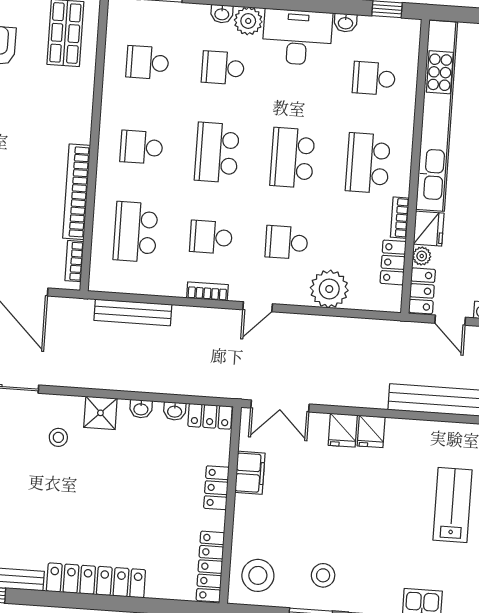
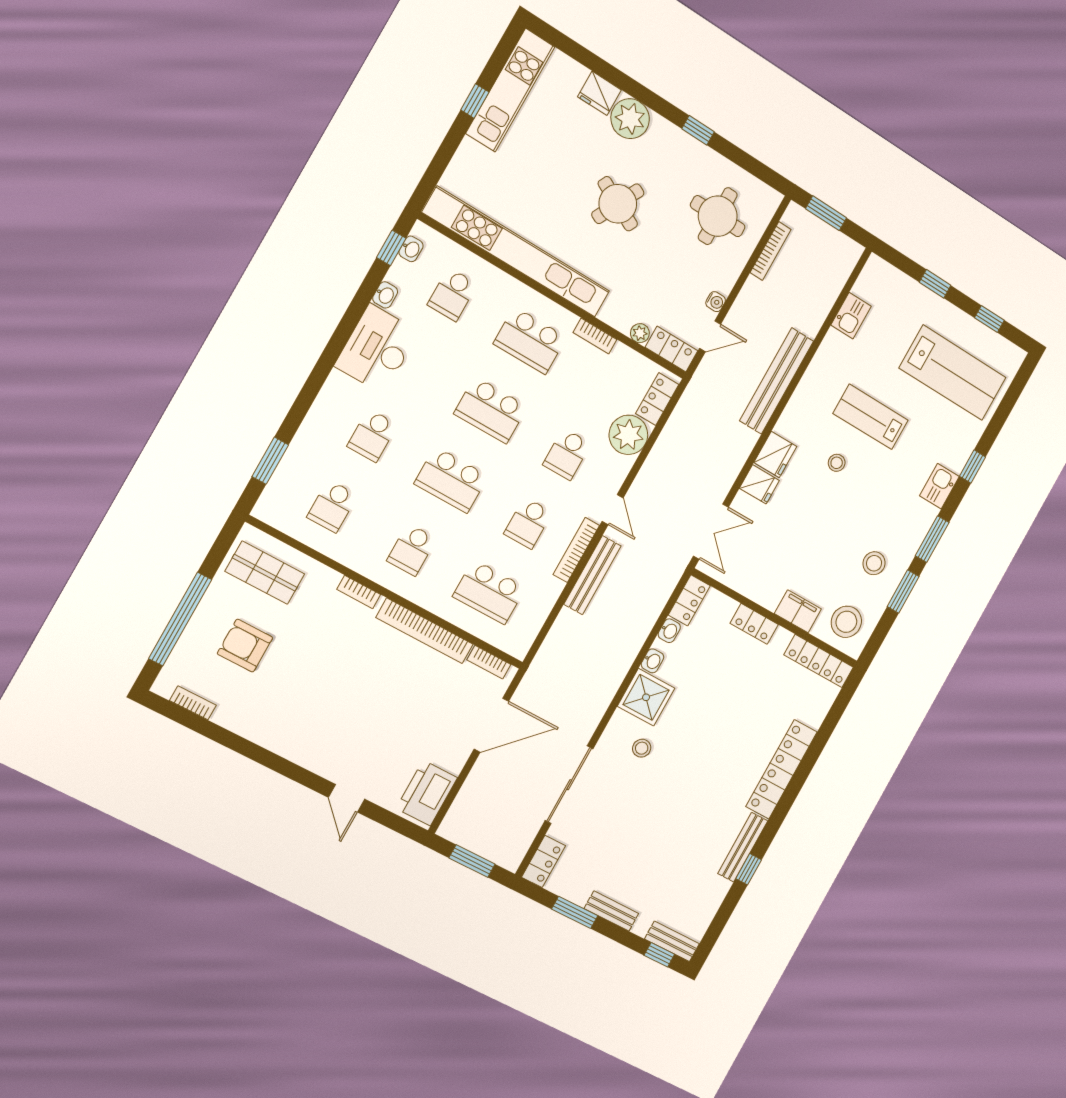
washbasin: (222, 14) -> (411, 249), moved
plant: (248, 21) -> (338, 389), removed
bookcase: (85, 119) -> (359, 592), added
fridge: (429, 229) -> (618, 314), removed
locker: (393, 262) -> (657, 399), moved, turned 90
bookcase: (207, 291) -> (576, 550), width x1.56
bench: (133, 312) -> (592, 575), moved
shower: (100, 413) -> (646, 697), width x1.36, depth x1.36
fridge: (371, 431) -> (775, 455), width x1.38
filing cabinet: (250, 473) -> (798, 611), moved
stool: (396, 493) -> (837, 463), added

